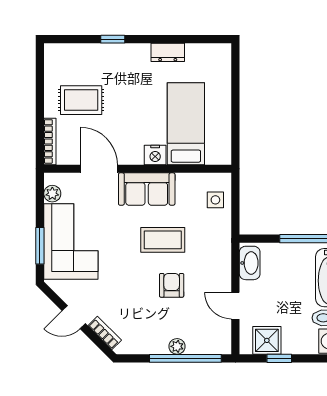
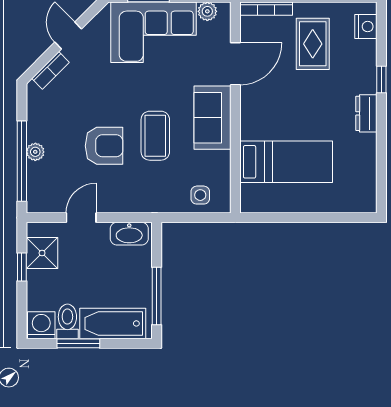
dresser: (168, 52) -> (366, 113), moved
nightstand: (155, 155) -> (366, 27), moved, turned 180
armchair: (172, 285) -> (104, 146), width x1.38, depth x1.38

